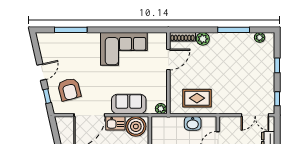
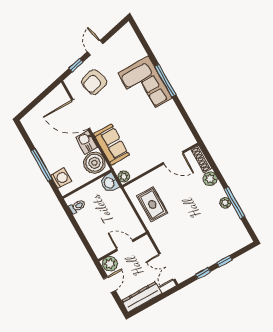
window: (71, 30) -> (165, 81), moved
plant: (260, 37) -> (225, 203), moved
corner sofa: (124, 49) -> (145, 85), moved
door: (42, 72) -> (95, 48), swing flipped
window: (277, 99) -> (203, 273), moved
washbasin: (193, 123) -> (109, 183), moved

